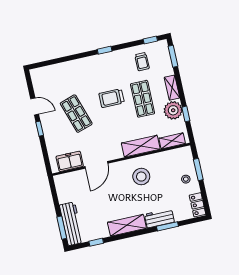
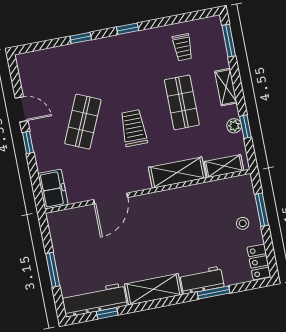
window: (150, 40) -> (81, 38), moved
trolley: (112, 98) -> (134, 128), moved, turned 90
plant: (173, 110) -> (234, 126), width x0.53, depth x0.53
shop shelf: (76, 114) -> (83, 122), turned 42
freezer: (70, 161) -> (53, 189), moved, turned 90
stool: (141, 177) -> (177, 218), removed
workbench: (71, 224) -> (95, 300), moved, turned -90
window: (62, 228) -> (53, 270), moved

